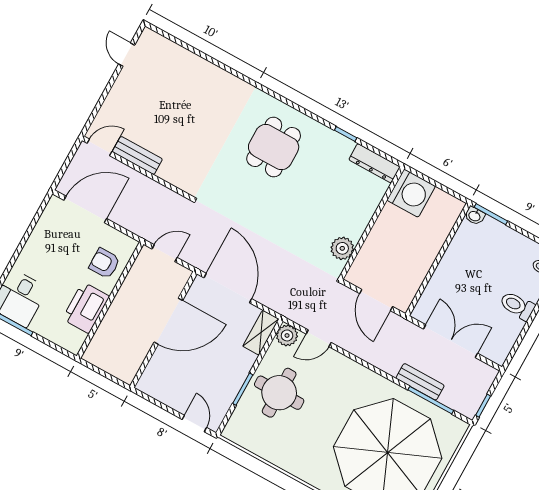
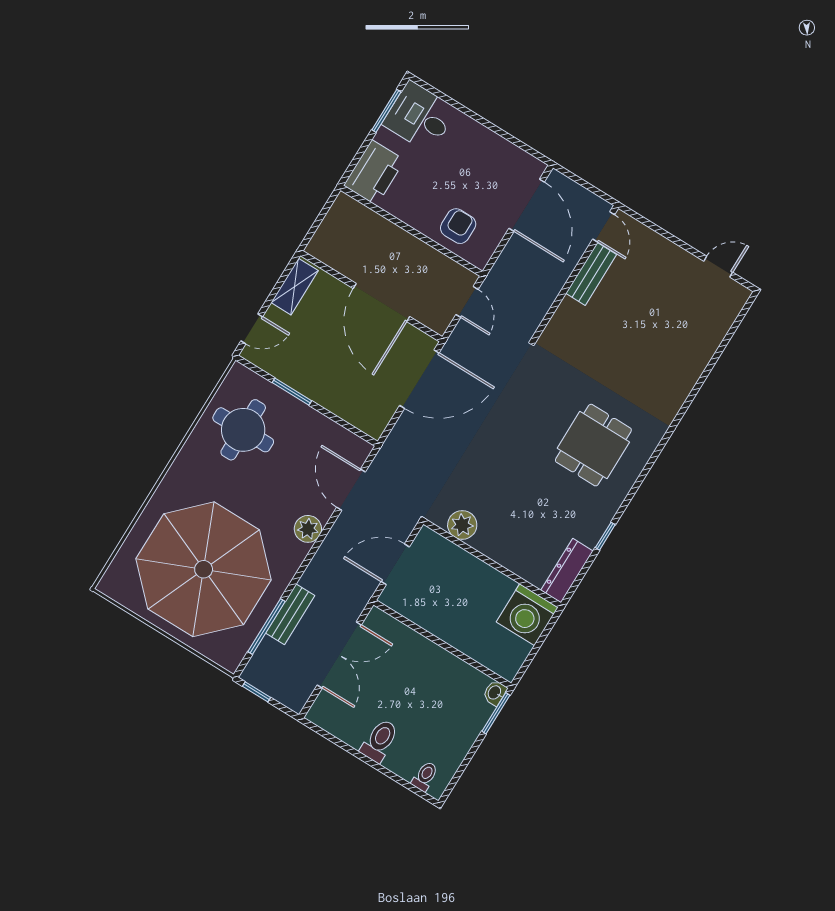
dining table: (274, 147) -> (593, 445), turned 90
printer: (86, 308) -> (374, 173), moved, turned 90
shelving: (261, 333) -> (295, 287), moved, turned 90
plant: (287, 335) -> (308, 529), moved
door: (319, 338) -> (351, 490), width x1.38
round table: (279, 393) -> (243, 430), moved

